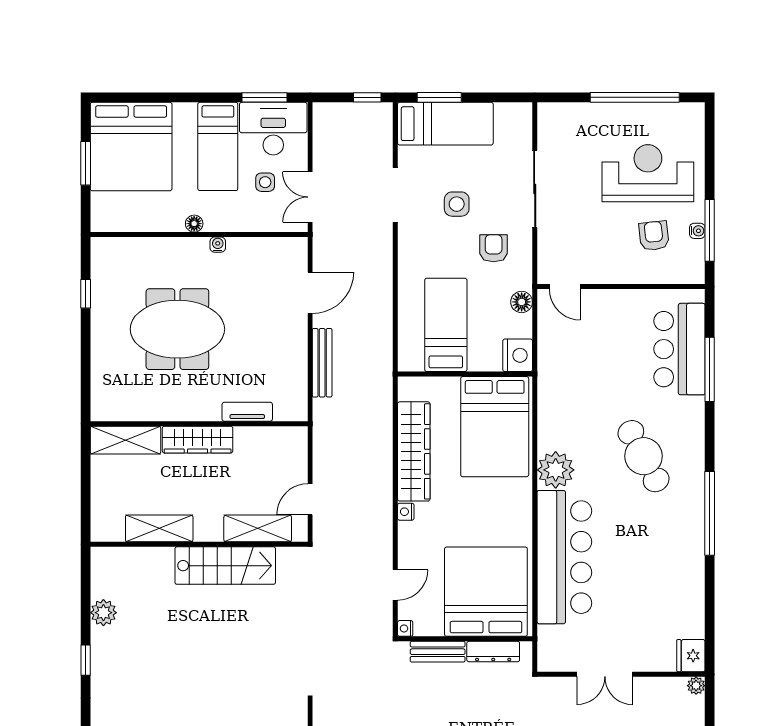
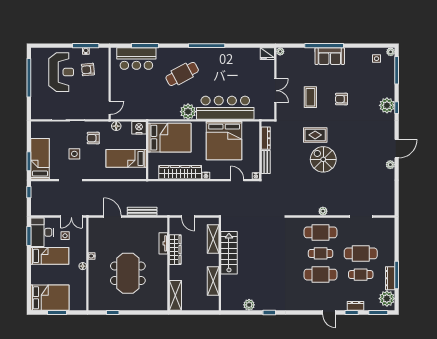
bed: (131, 147) -> (50, 298), width x0.73
reception desk: (648, 173) -> (61, 72), turned 180
wardrobe: (198, 440) -> (175, 250), moved
door: (310, 499) -> (188, 216), moved
bed: (486, 592) -> (224, 141), moved, turned -90

